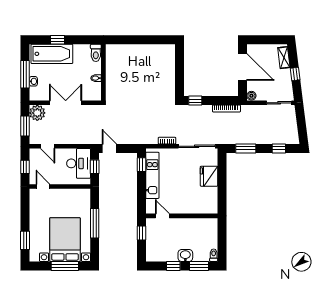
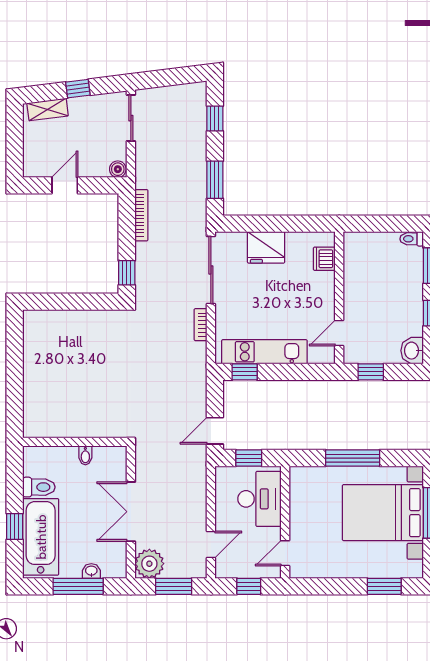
toilet: (96, 53) -> (39, 487), moved
door: (243, 67) -> (65, 185), width x0.53
desk: (79, 163) -> (259, 499), moved, turned 90
dishwasher: (203, 208) -> (324, 259), added
washbasin: (185, 255) -> (412, 351), moved

